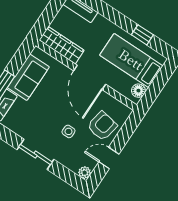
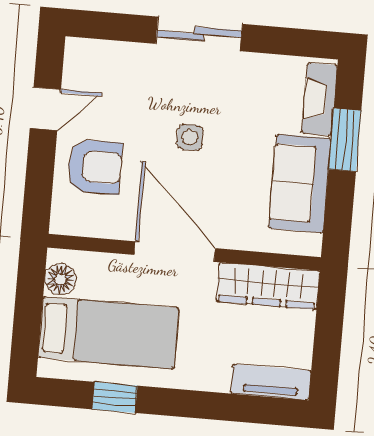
armchair: (102, 126) -> (95, 167), turned -100
side table: (68, 131) -> (190, 137), moved
plant: (85, 173) -> (78, 52), removed

